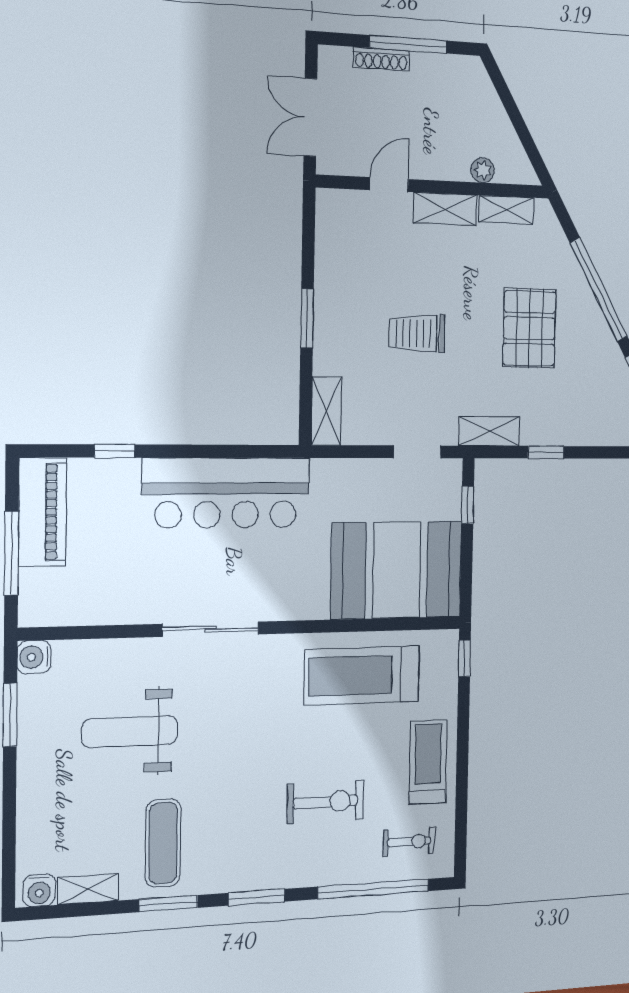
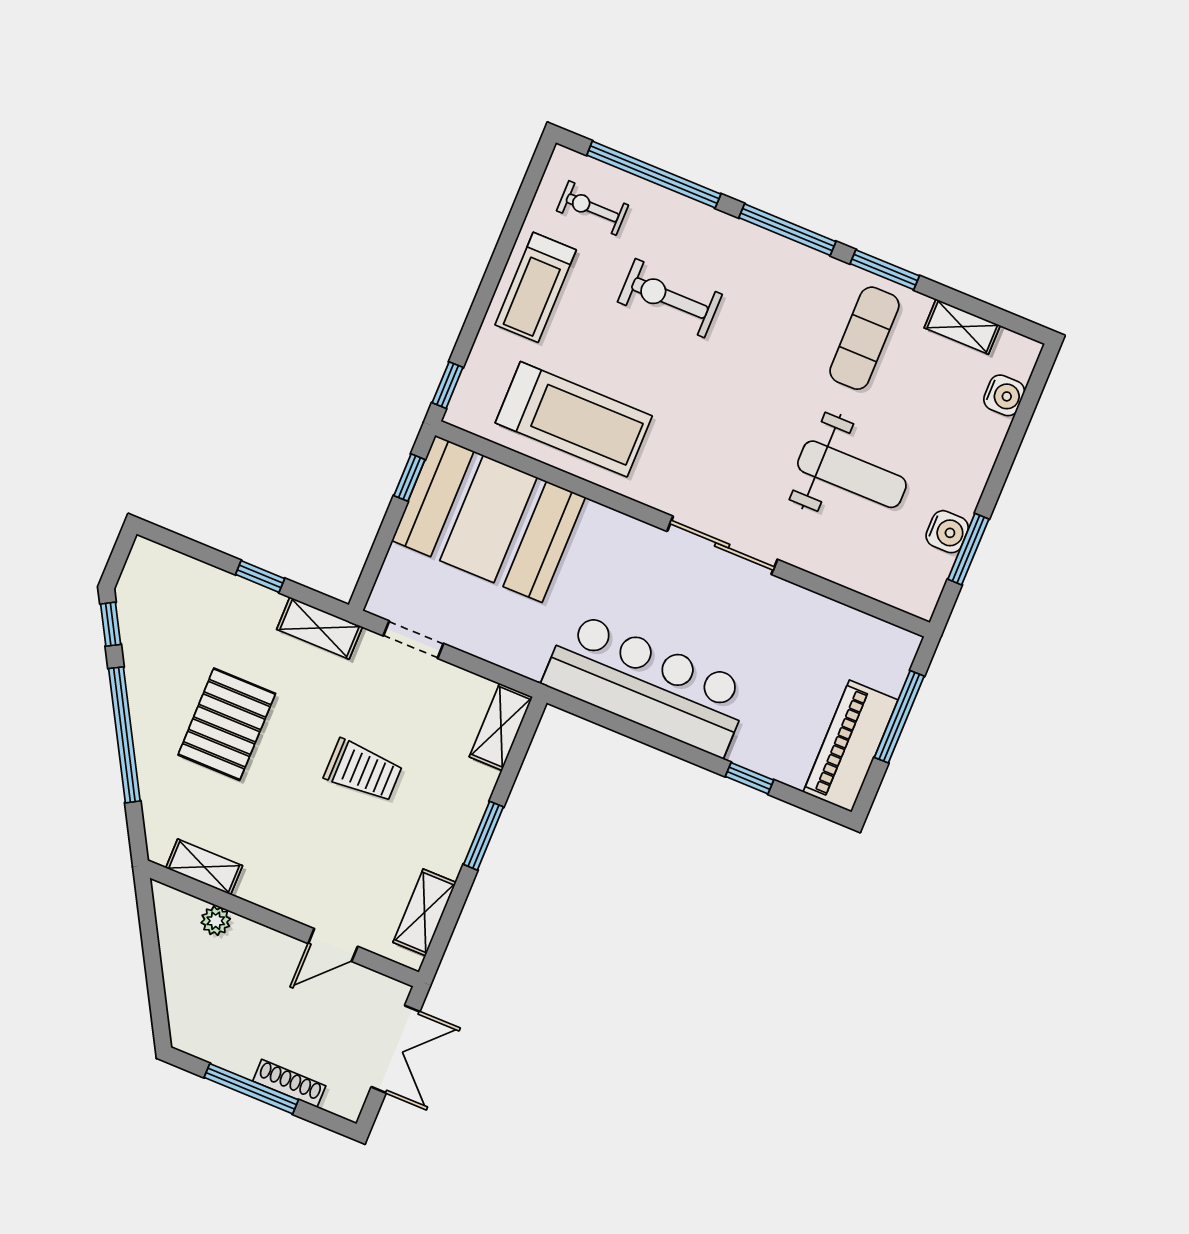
shelving: (445, 209) -> (424, 912), moved, turned 90
window: (468, 505) -> (409, 478), moved
water cooler: (34, 657) -> (947, 532), moved
water cooler: (39, 890) -> (1004, 395), moved, turned 90
window: (257, 897) -> (787, 230), width x1.44

